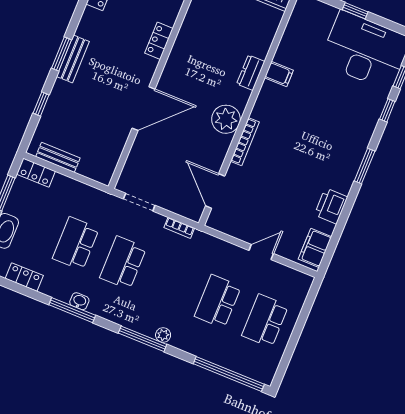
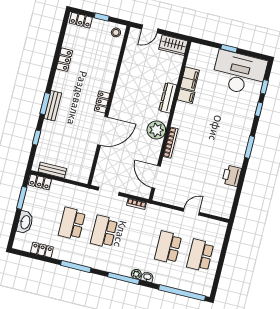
locker: (159, 41) -> (102, 102), moved
dresser: (251, 73) -> (168, 98), width x1.44
filing cabinet: (315, 248) -> (190, 79), moved, turned 180
washbasin: (79, 301) -> (147, 277), moved

